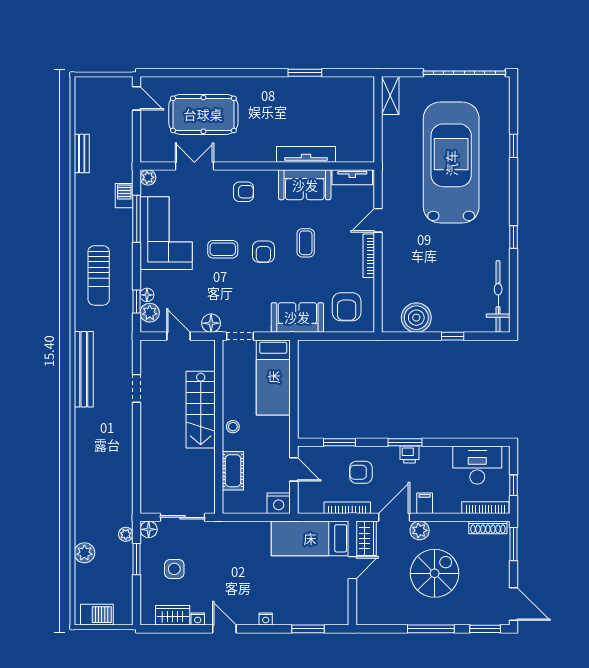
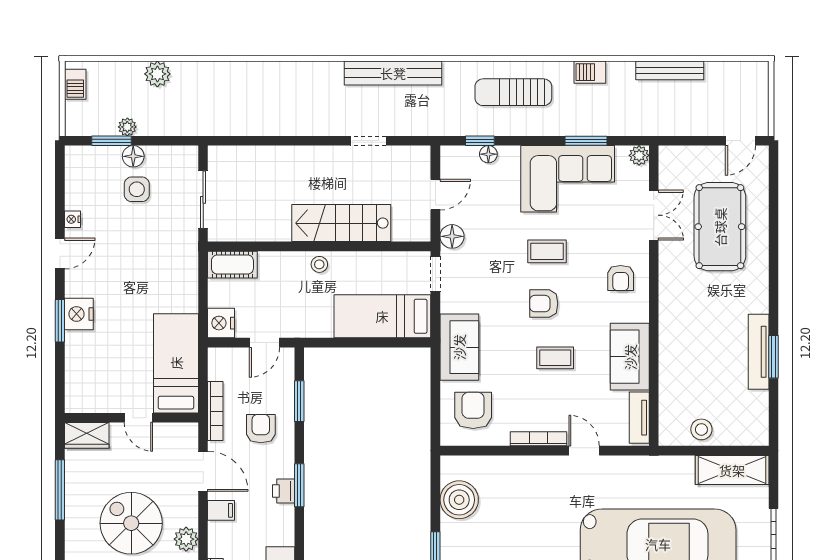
shelving: (390, 95) -> (732, 470), width x1.50, depth x1.33
stool: (362, 129) -> (701, 429), added
bench: (82, 153) -> (670, 70), width x1.36
tv unit: (306, 154) -> (759, 352), moved, turned 180
barbecue: (124, 196) -> (590, 72), moved, turned 180
window: (137, 219) -> (586, 141), width x0.69
coffee table: (223, 249) -> (547, 251), turned 90
armchair: (347, 307) -> (473, 410), turned 90
plant: (150, 313) -> (466, 158), removed
cot: (233, 471) -> (232, 265), moved
floor lamp: (149, 529) -> (133, 156), moved
plant: (420, 530) -> (186, 539), moved
plant: (126, 534) -> (127, 127), moved
wardrobe: (366, 538) -> (87, 435), moved
window: (137, 559) -> (112, 141), moved
spiral stairs: (435, 573) -> (131, 523), turned 180
barbecue: (97, 615) -> (75, 84), width x0.73, depth x0.79
wardrobe: (173, 615) -> (77, 187), removed
nightstand: (266, 619) -> (79, 314), width x1.89, depth x1.79
window: (308, 629) -> (60, 321), moved
window: (431, 629) -> (60, 490), moved

